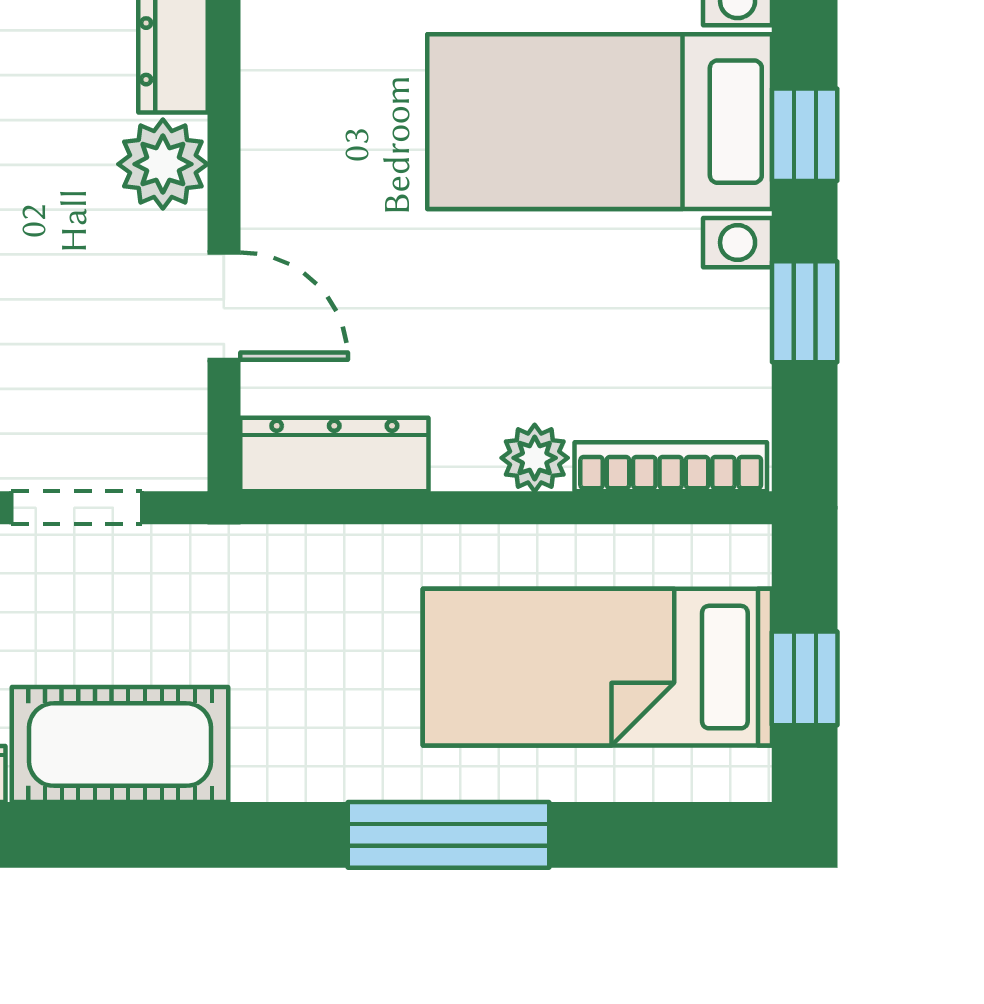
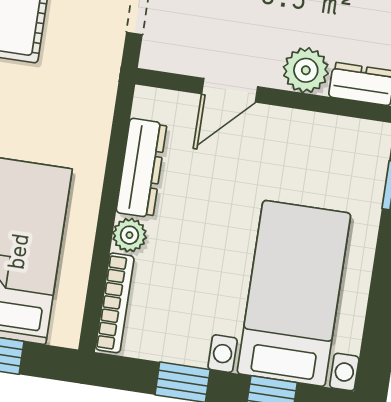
dresser: (334, 455) -> (141, 168), moved

